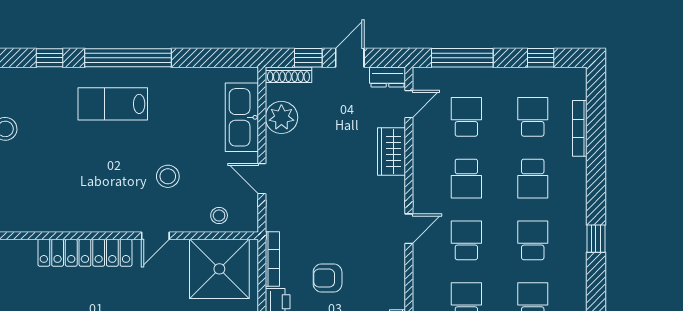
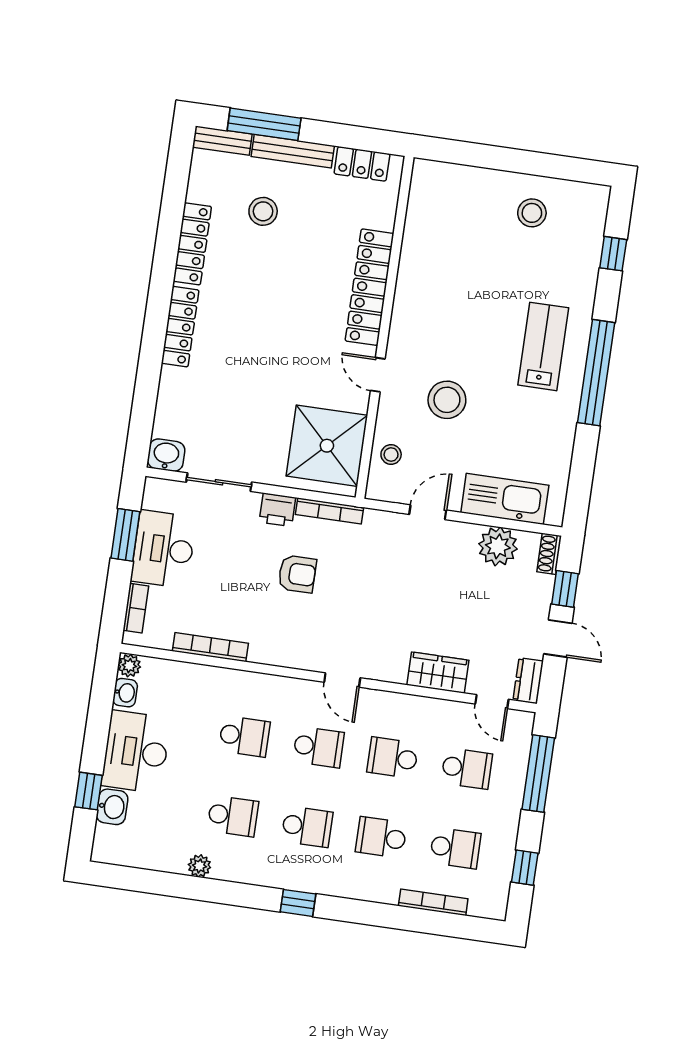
window: (49, 58) -> (613, 254), moved
shoe rack: (288, 75) -> (549, 554), width x0.70
stool: (168, 176) -> (447, 400), width x1.38, depth x1.38
armchair: (328, 278) -> (297, 574), turned 90

